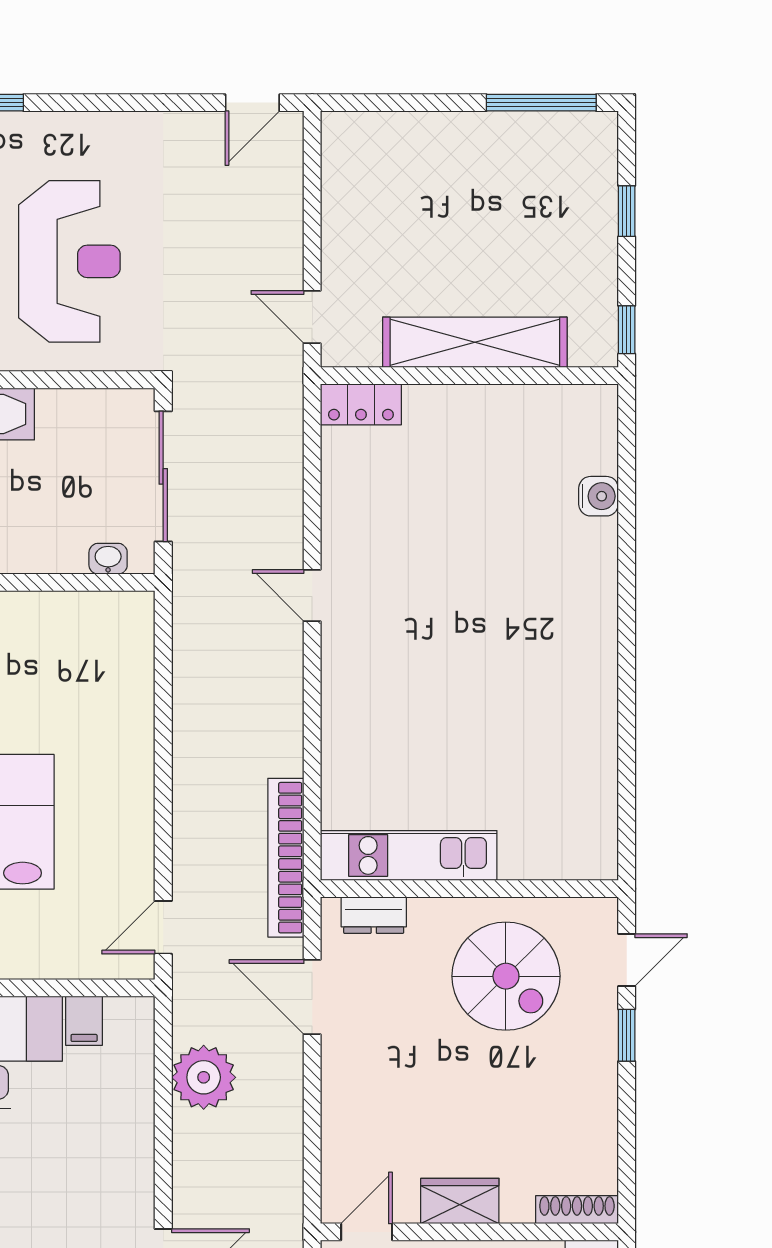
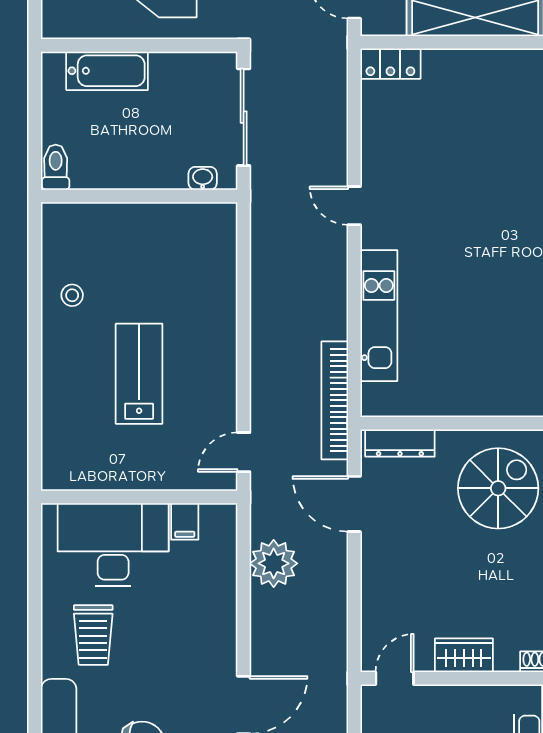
kitchen unit: (409, 855) -> (379, 316), moved, turned 90
dresser: (374, 915) -> (400, 443), width x1.44
spiral stairs: (506, 976) -> (498, 488), turned -90

